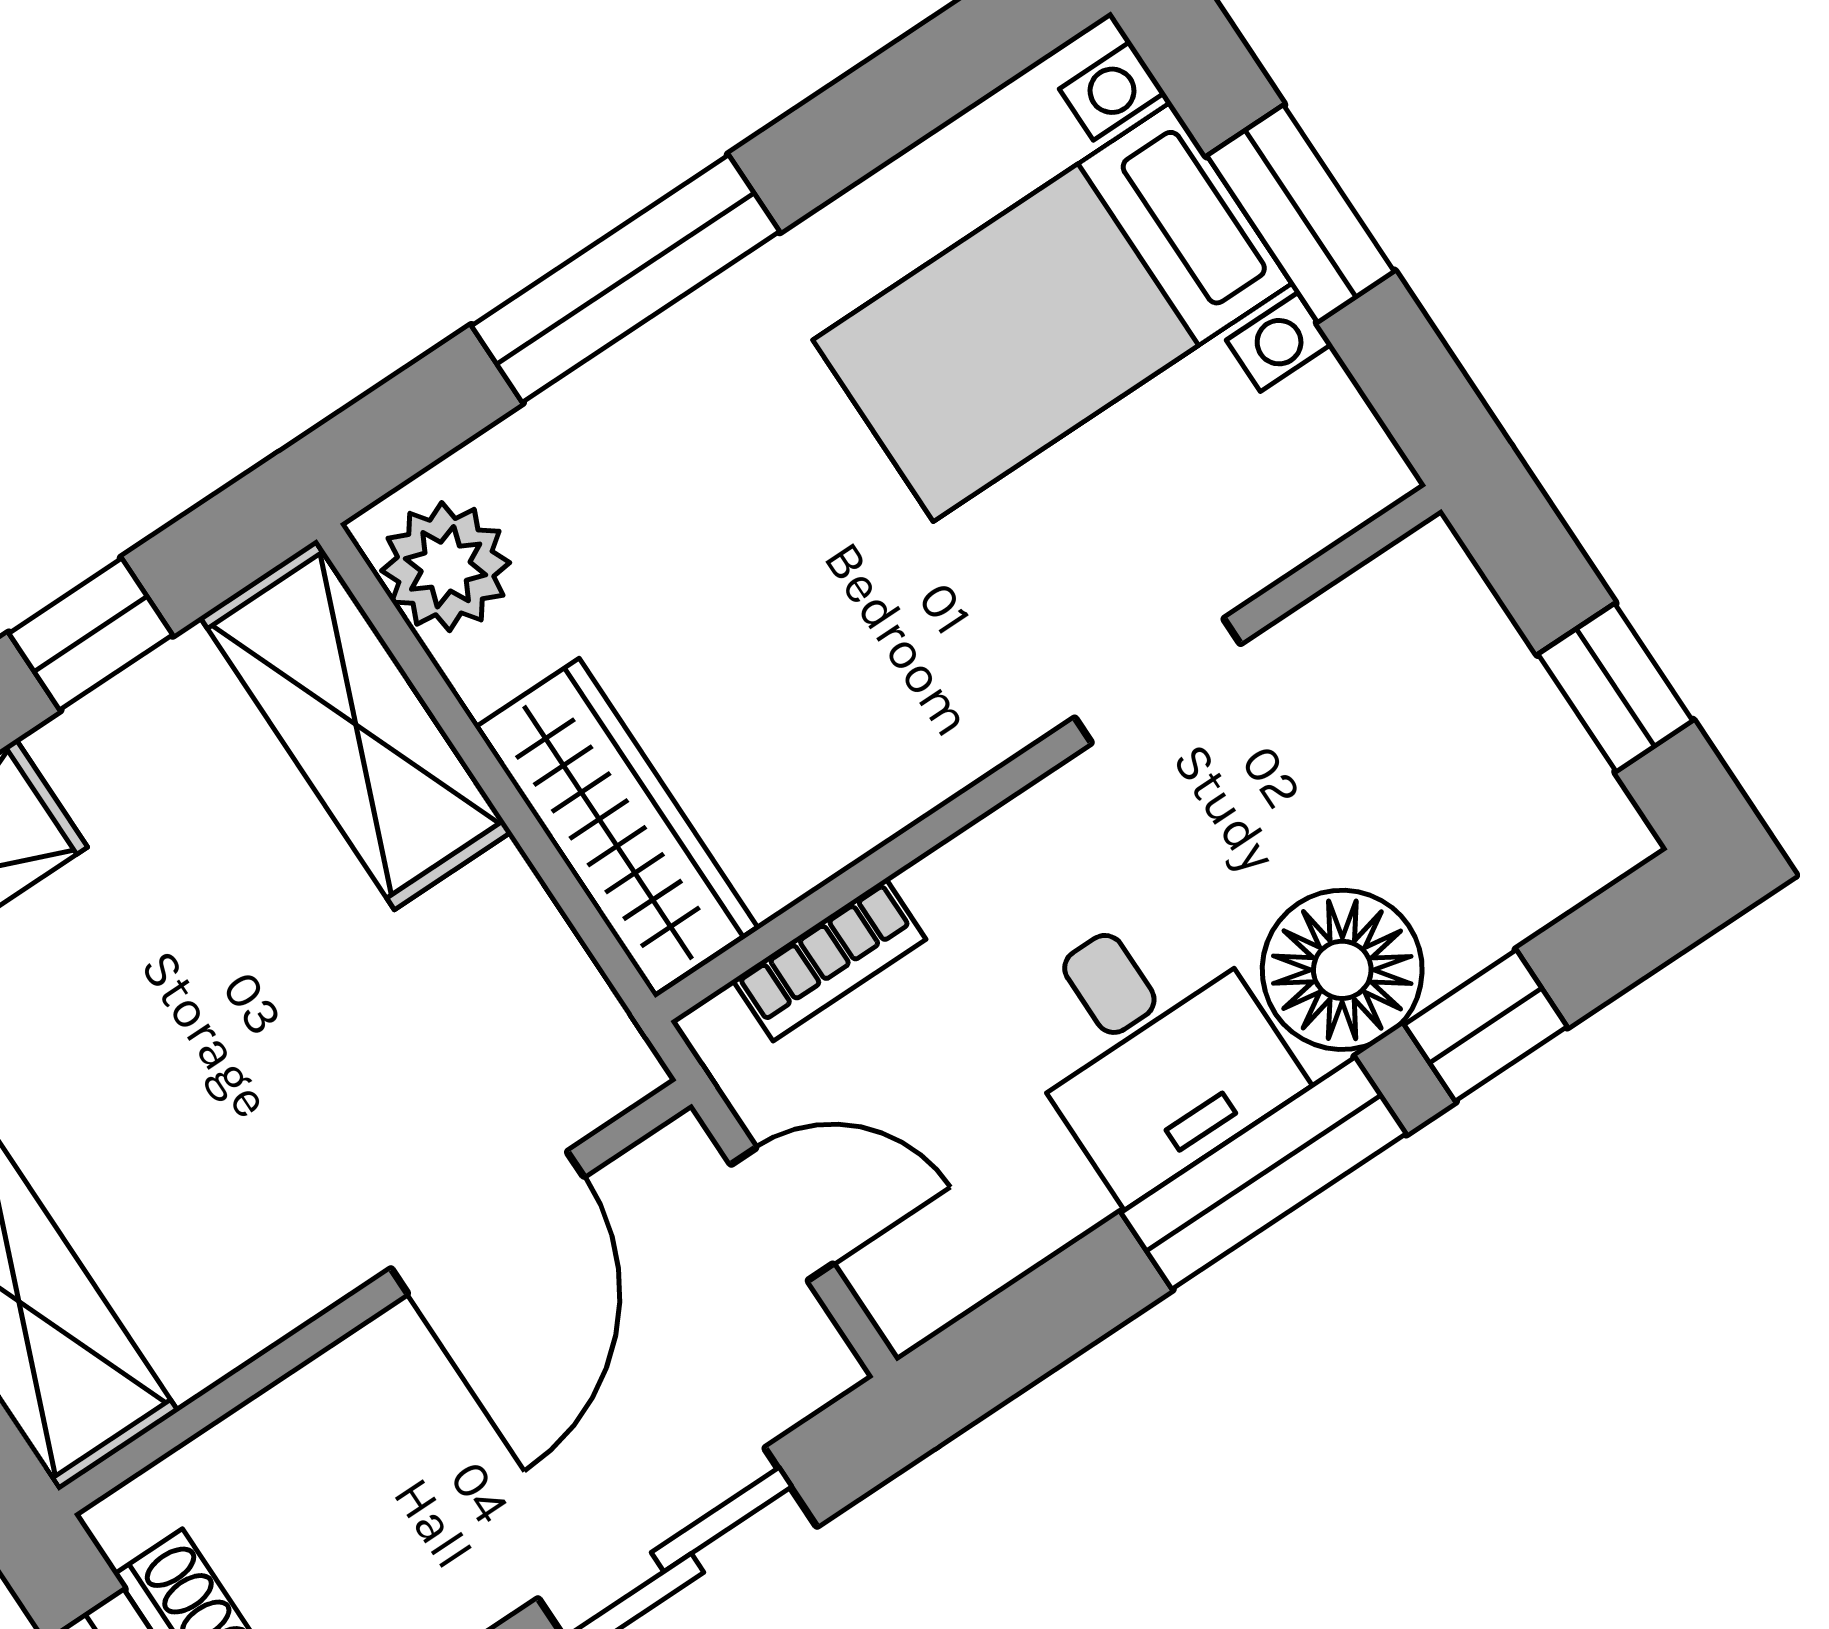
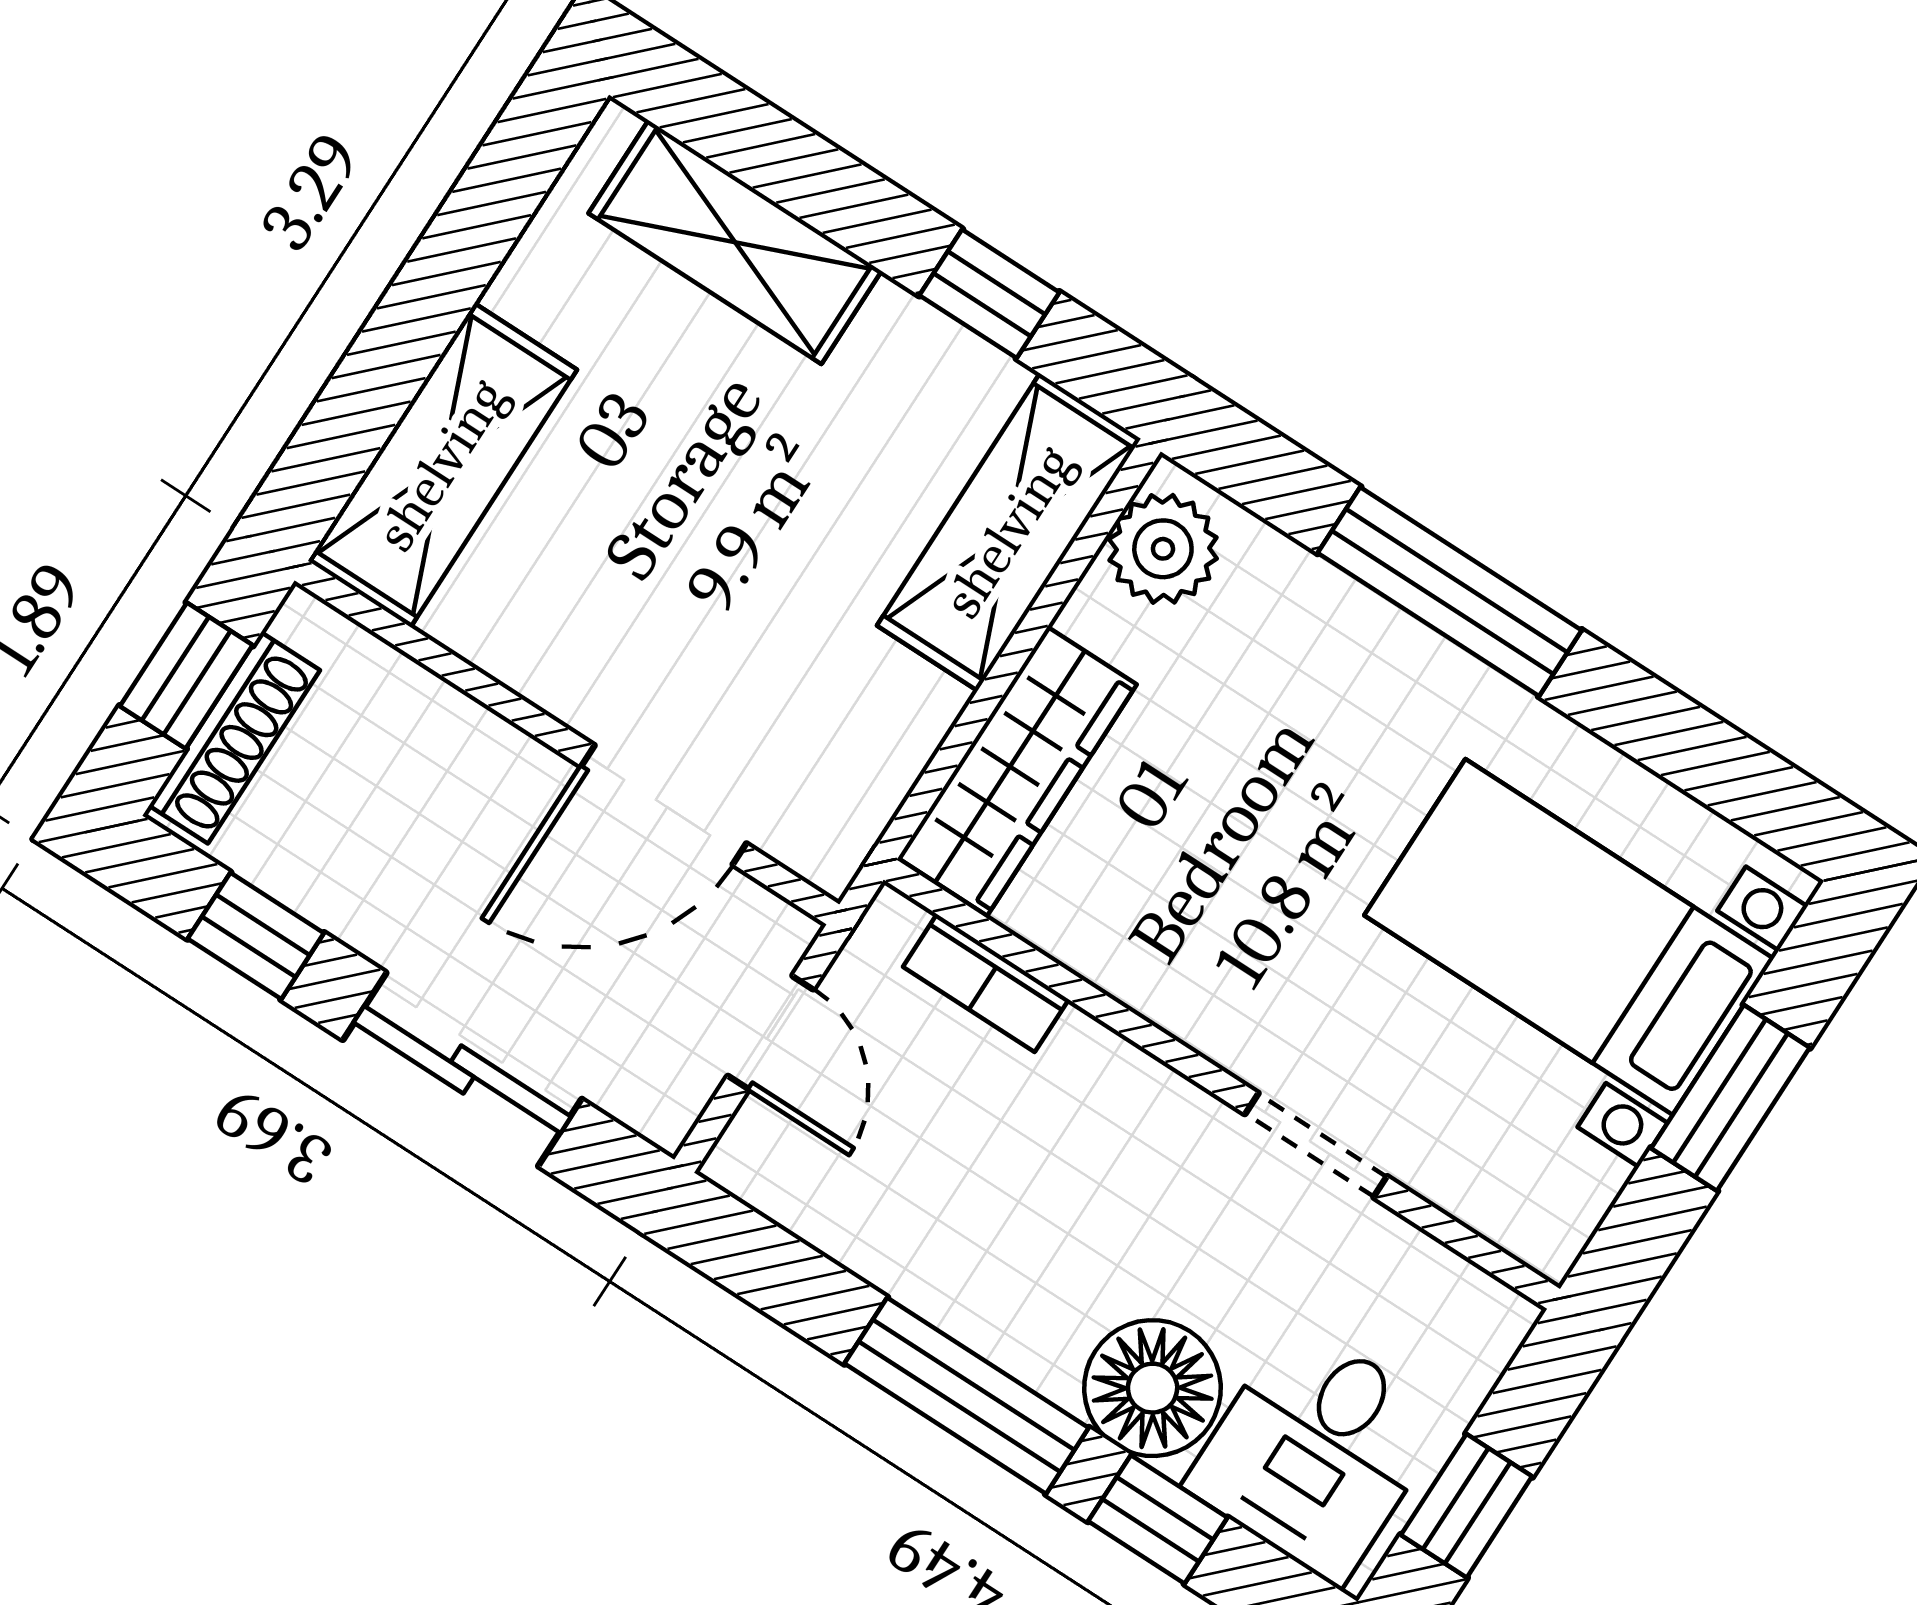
desk: (1151, 1047) -> (1316, 1452), moved

